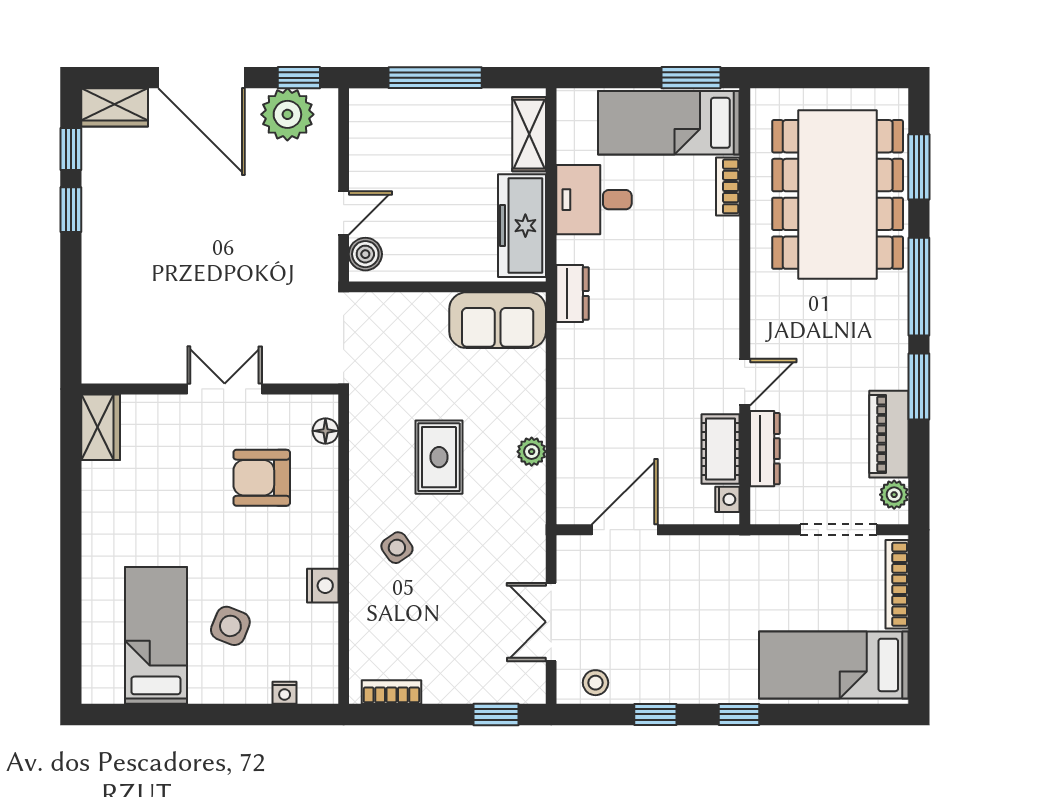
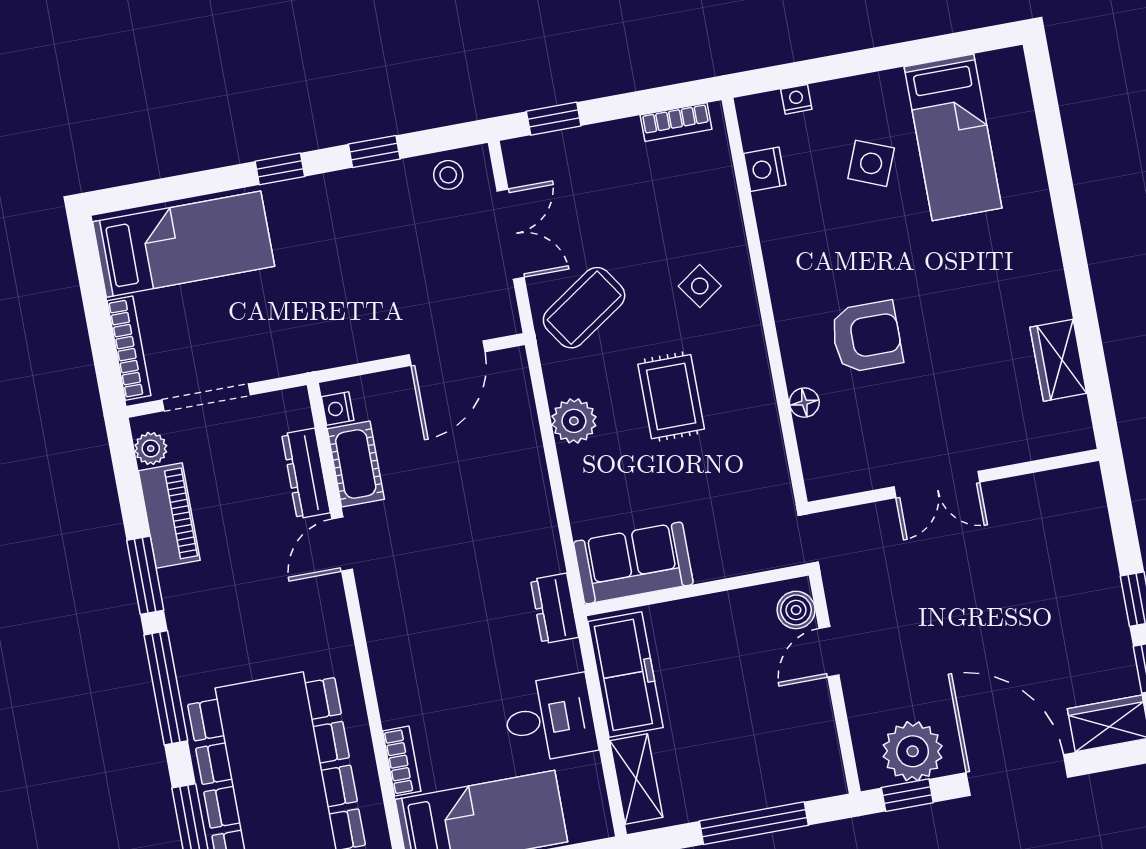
wall: (210, 389) -> (953, 481), moved
double door: (225, 389) -> (937, 484), moved
plant: (532, 452) -> (574, 421), width x1.38, depth x1.38
coffee table: (500, 547) -> (584, 308), added
nightstand: (323, 586) -> (765, 169), moved

